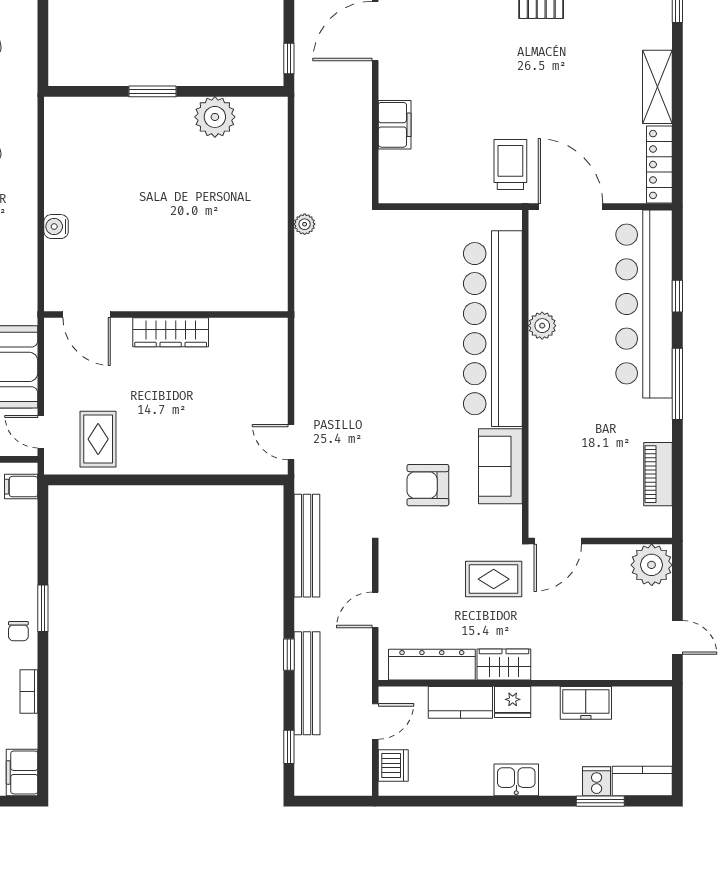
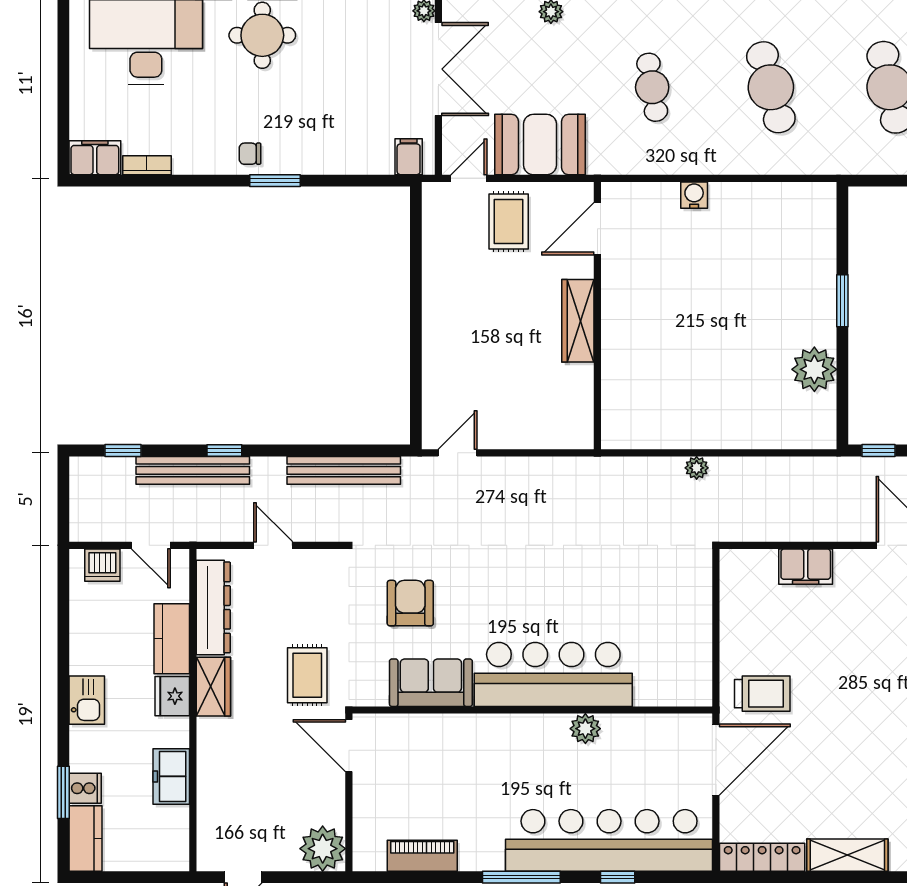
bar counter: (493, 329) -> (553, 674), width x0.73
rug: (98, 439) -> (509, 222), moved, turned 90
bookcase: (29, 692) -> (147, 165), moved

